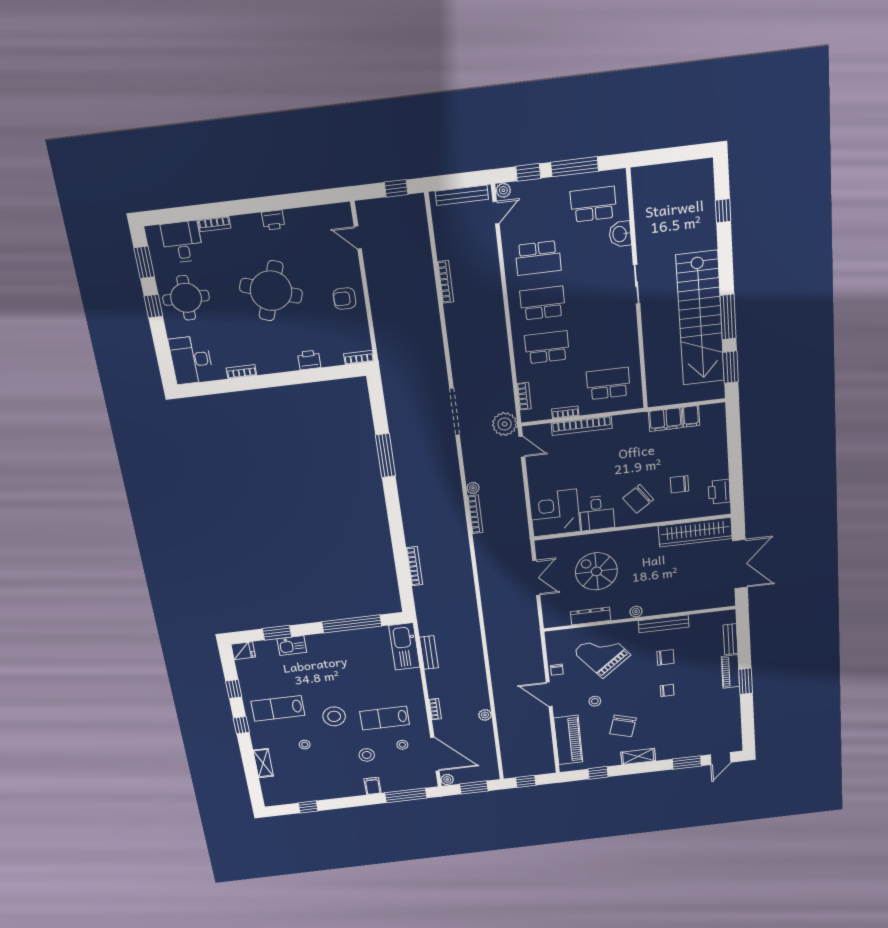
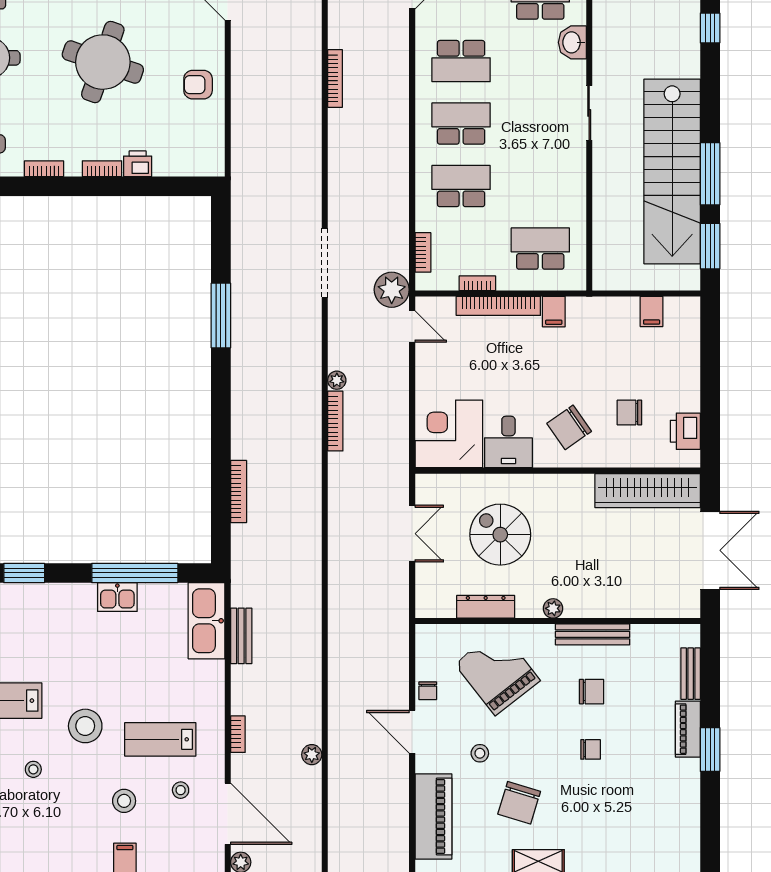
bookcase: (359, 357) -> (102, 169), moved
filing cabinet: (665, 420) -> (554, 312), moved, width x0.50
kitchen sink: (292, 646) -> (117, 597), moved

